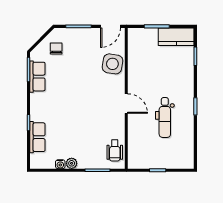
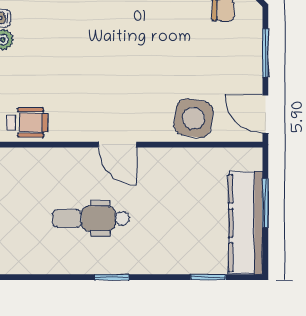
kitchen counter: (176, 37) -> (246, 223), width x1.50
door: (126, 104) -> (117, 145), hinge flipped
wheelchair: (115, 151) -> (27, 122), turned 180

